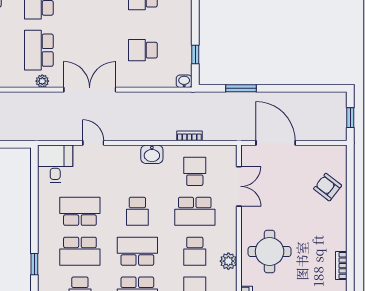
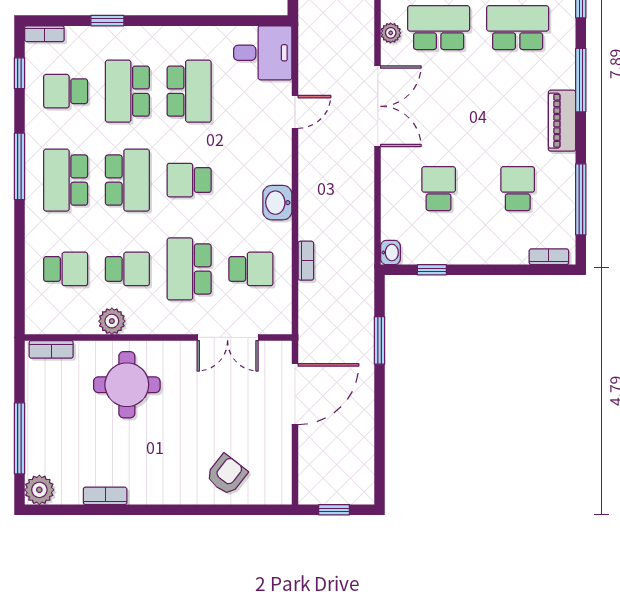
school desk: (195, 251) -> (127, 269), turned 180

